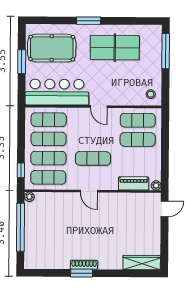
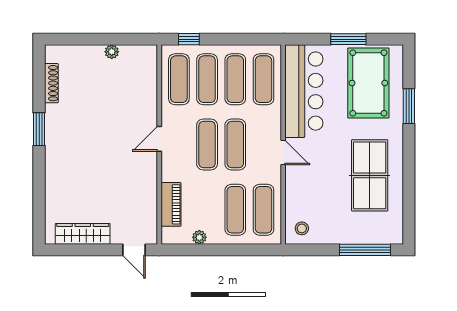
window: (89, 21) -> (409, 106), moved
door: (99, 107) -> (283, 152), swing flipped
exercise mat: (93, 139) -> (235, 144), added
plant: (156, 185) -> (199, 237), moved
plant: (29, 197) -> (112, 52), moved
window: (20, 227) -> (105, 39), removed
wardrobe: (142, 263) -> (83, 234), moved, turned -90
shoe rack: (84, 265) -> (51, 83), moved

